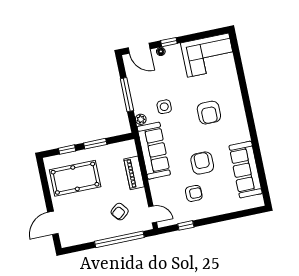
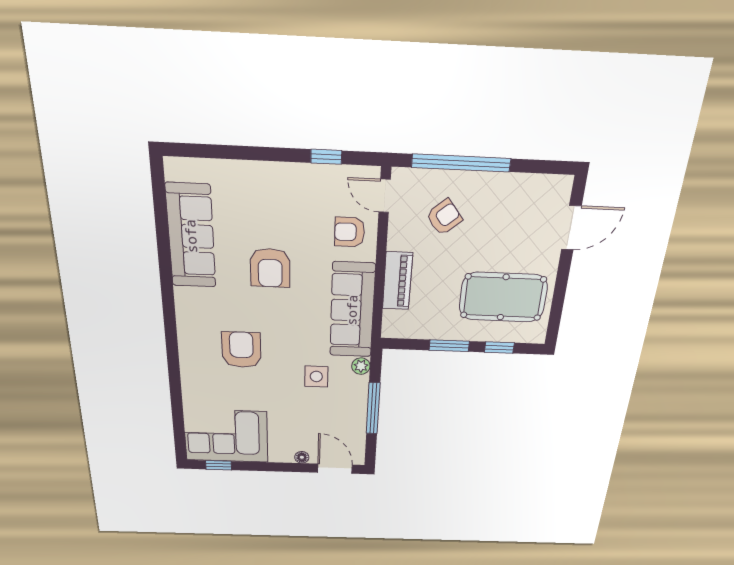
window: (169, 42) -> (219, 465), moved
armchair: (194, 193) -> (350, 232), moved

